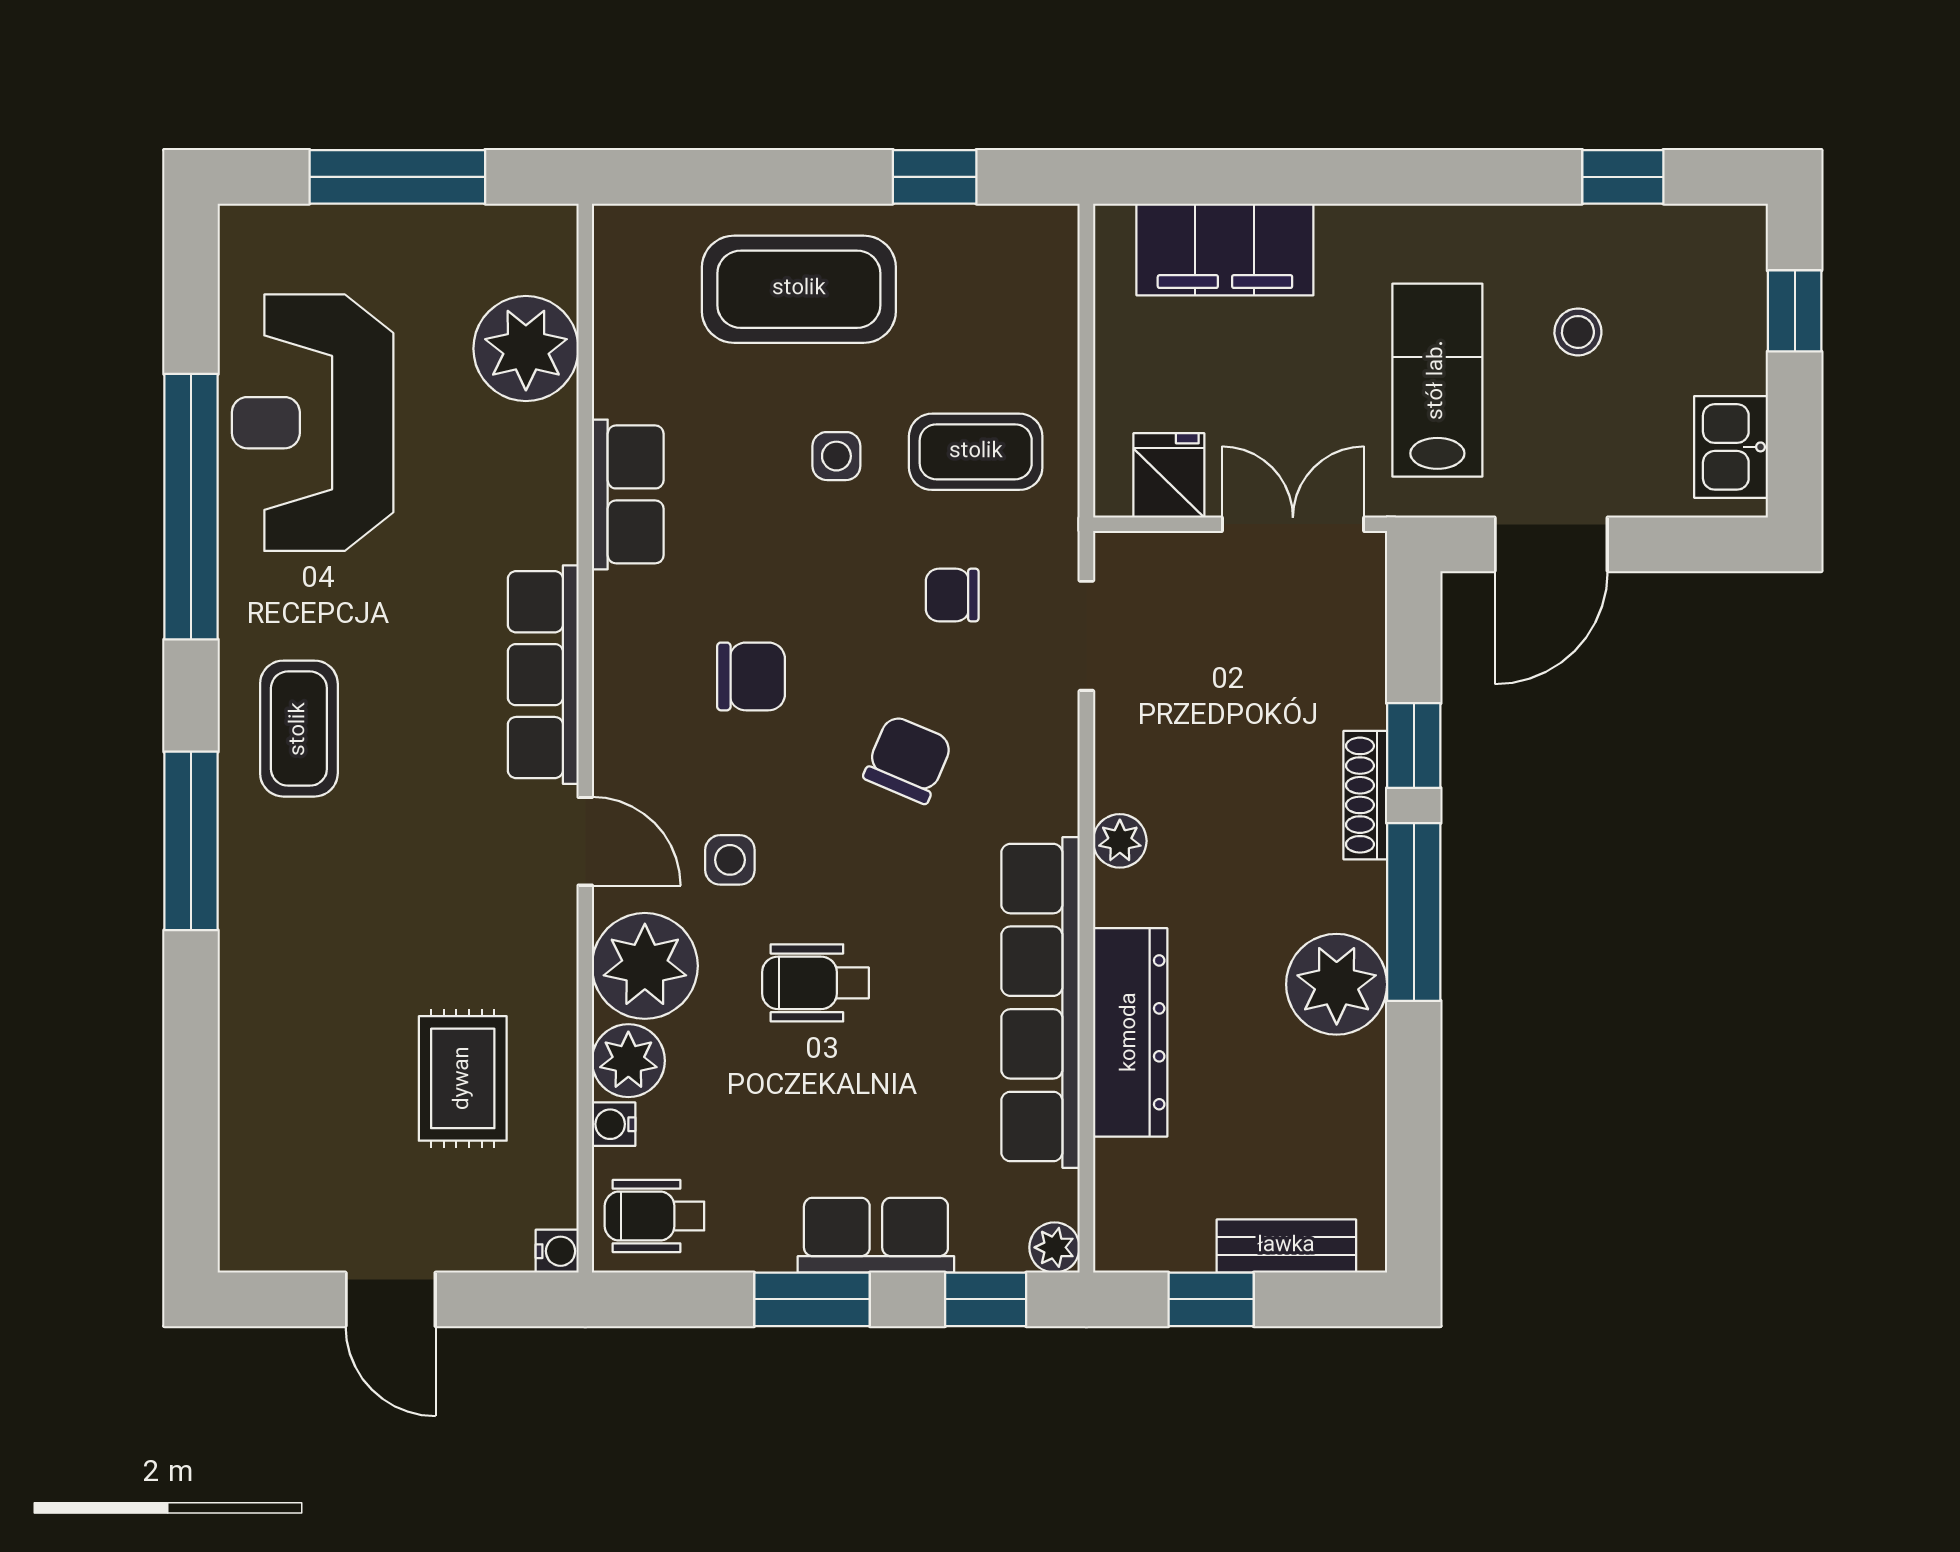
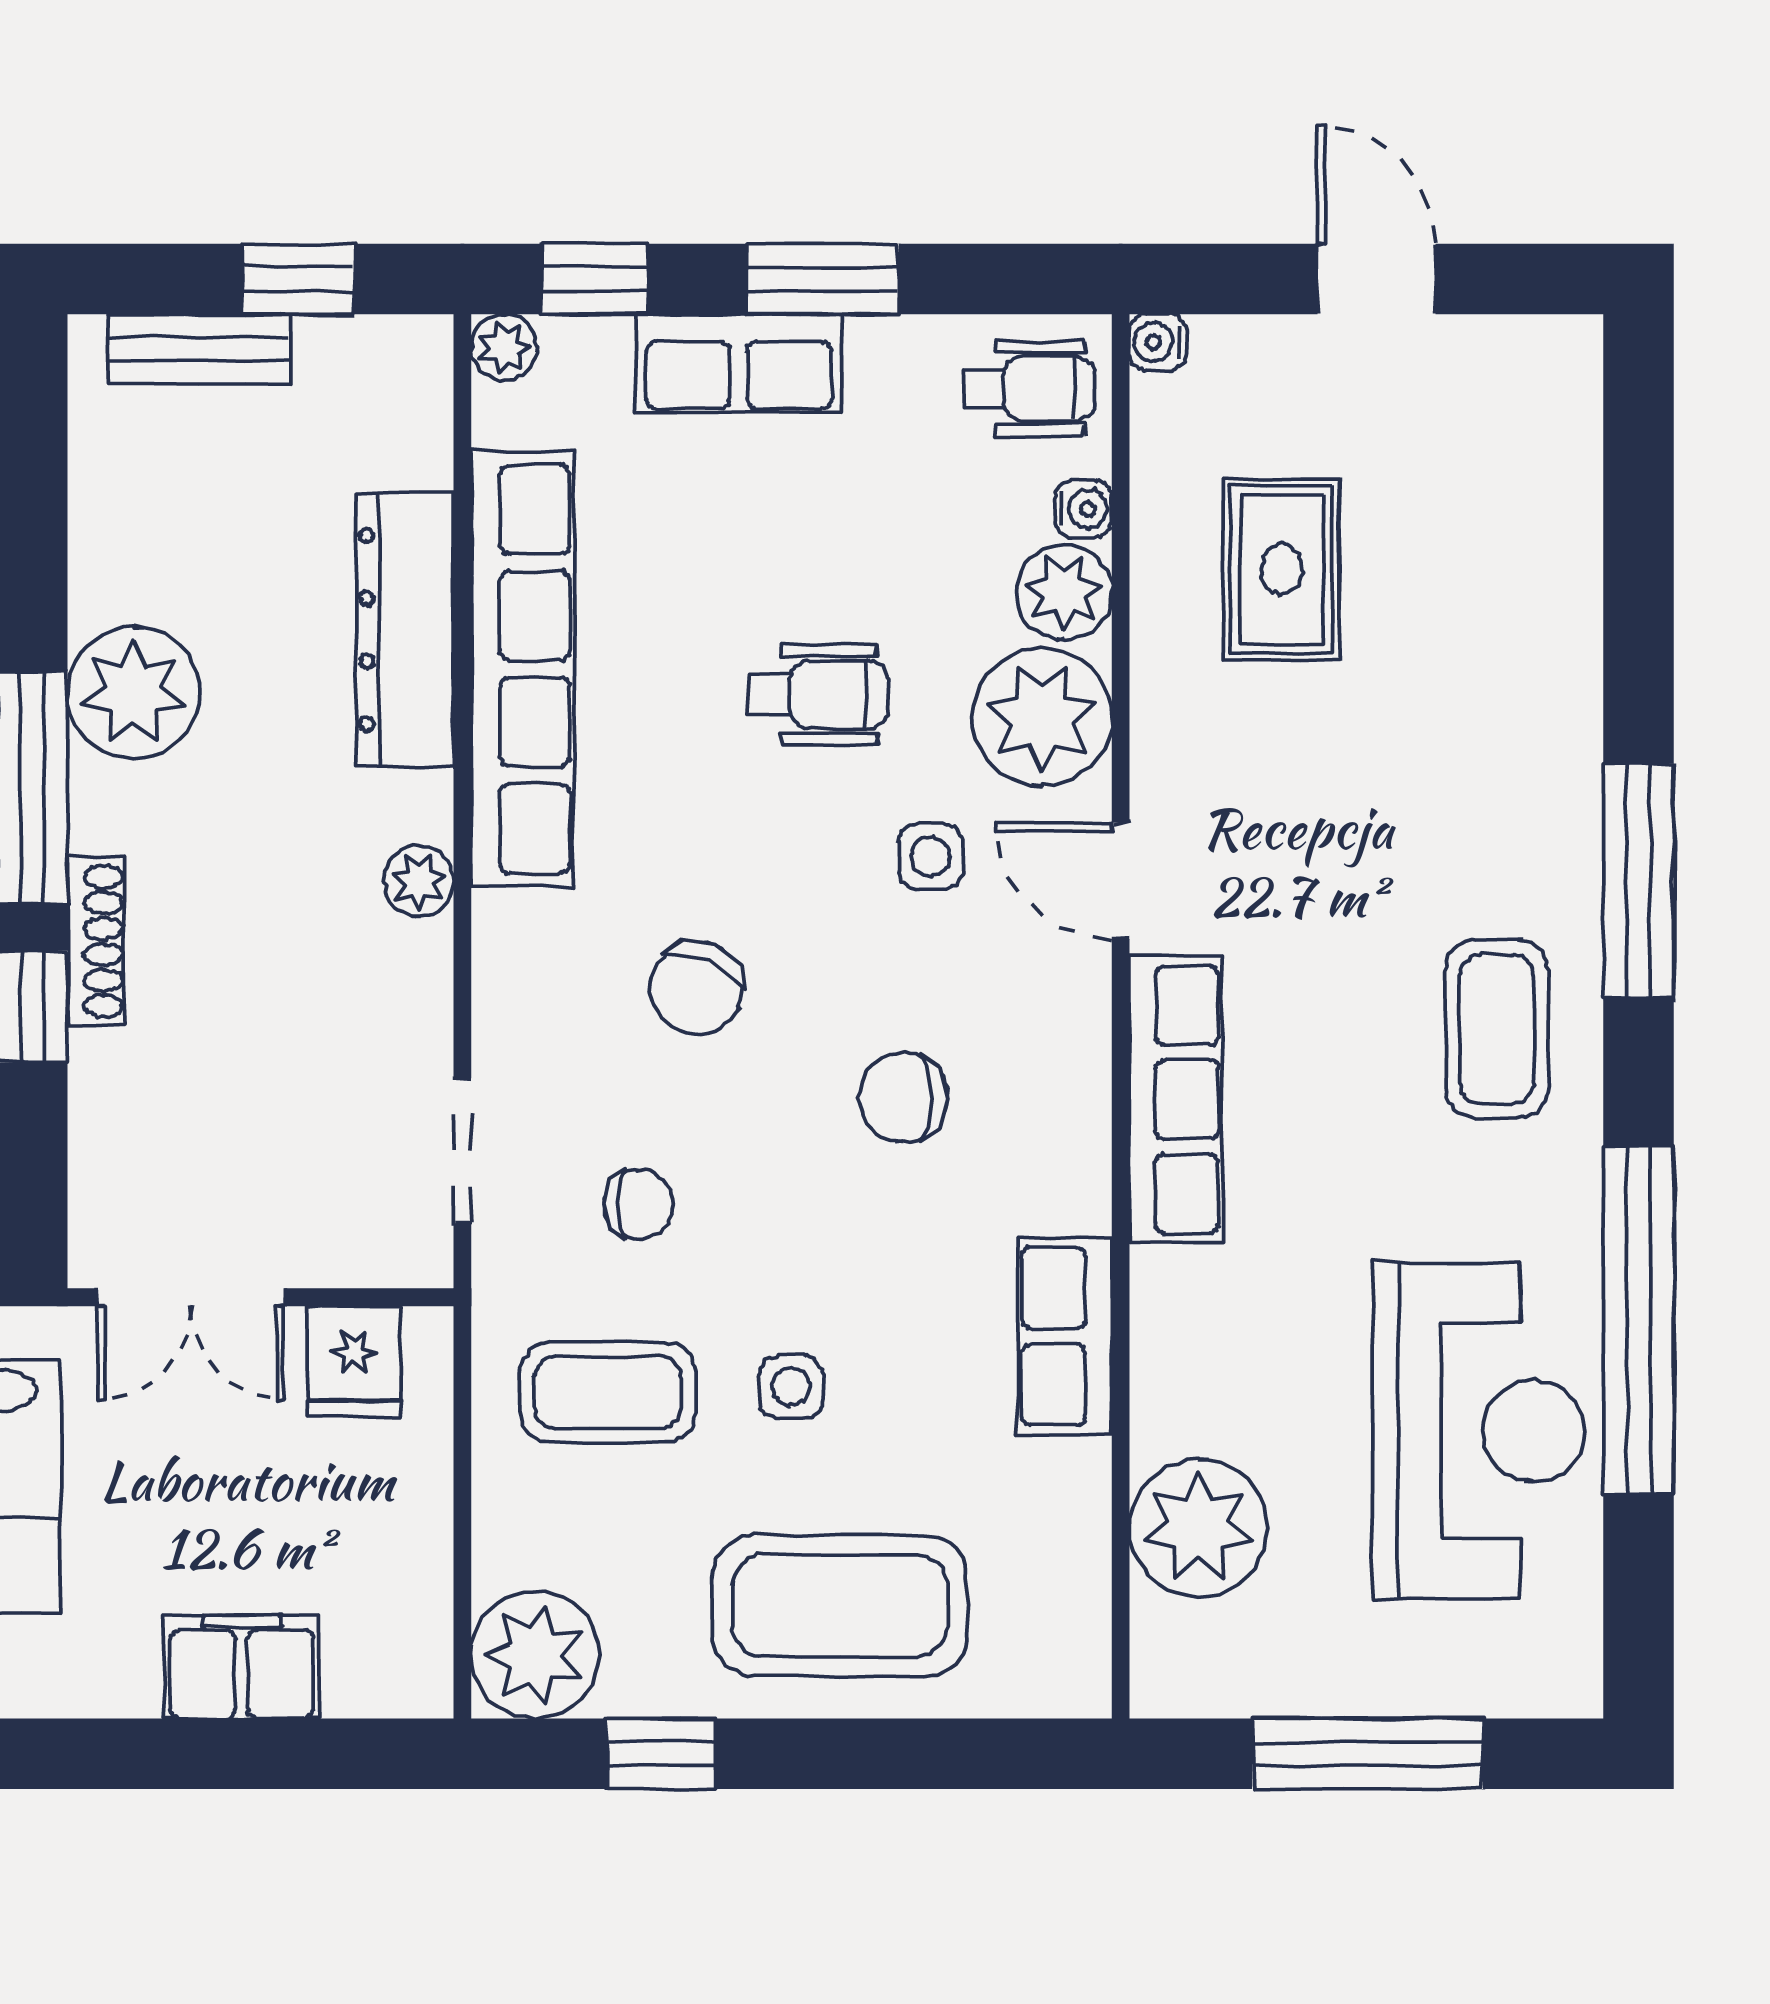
filing cabinet: (1225, 249) -> (241, 1667), width x0.67, depth x0.86
plant: (1031, 252) -> (535, 1655), added

